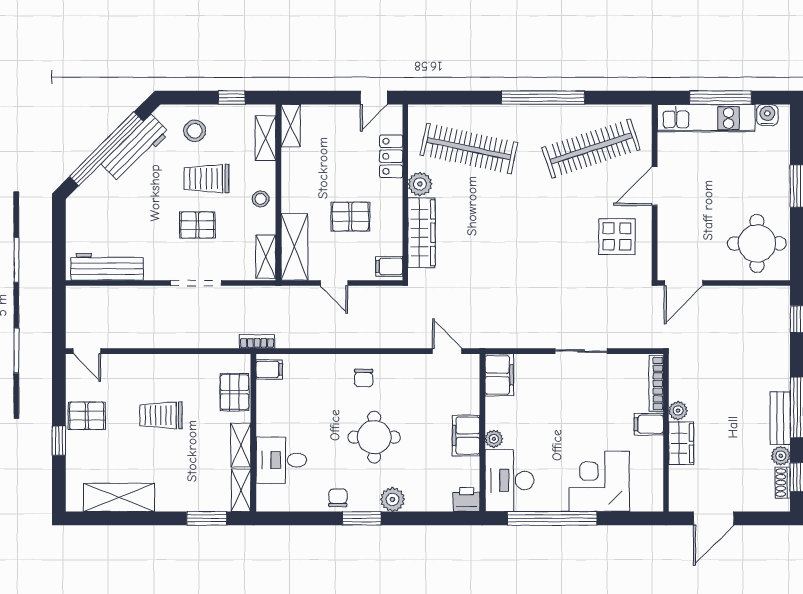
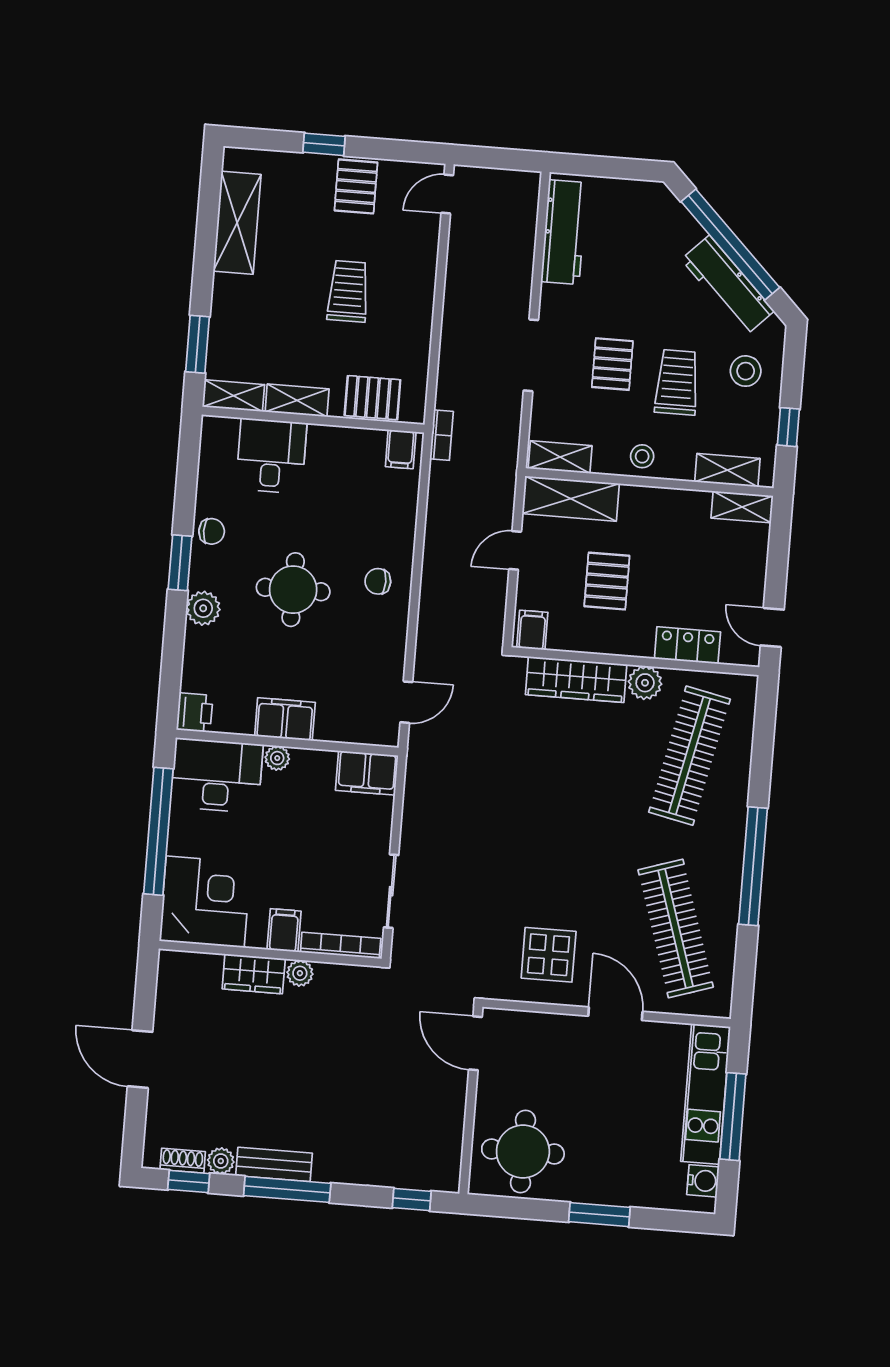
bookcase: (656, 384) -> (341, 945), moved
plant: (678, 411) -> (300, 973), moved
filing cabinet: (649, 424) -> (284, 930), moved
wall: (666, 433) -> (270, 954), moved
wardrobe: (681, 443) -> (254, 974), moved

